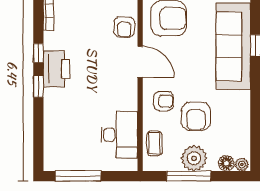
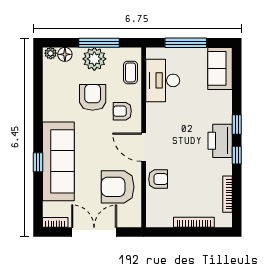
armchair: (124, 27) -> (158, 179), turned 87
sofa: (57, 148) -> (220, 68), added
window: (78, 176) -> (186, 43), moved

